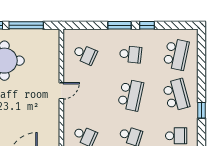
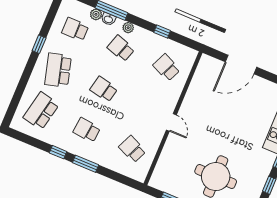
door: (61, 91) -> (171, 122), swing flipped
school desk: (131, 95) -> (104, 89), width x0.54

